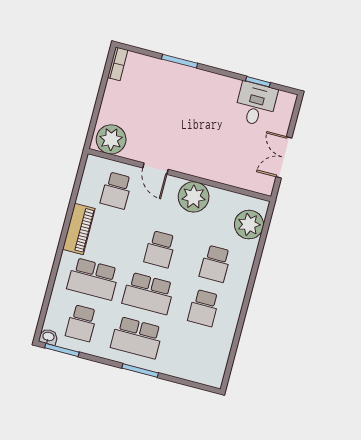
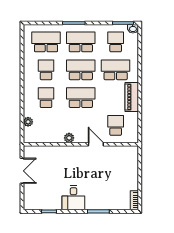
desk: (256, 104) -> (73, 198), moved
plant: (111, 139) -> (127, 155), removed
plant: (194, 197) -> (69, 138), width x0.53, depth x0.53
plant: (249, 225) -> (28, 122), width x0.53, depth x0.53
school desk: (160, 249) -> (81, 98), width x1.85
school desk: (192, 352) -> (46, 42), added

